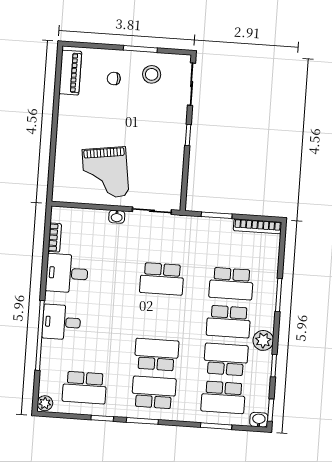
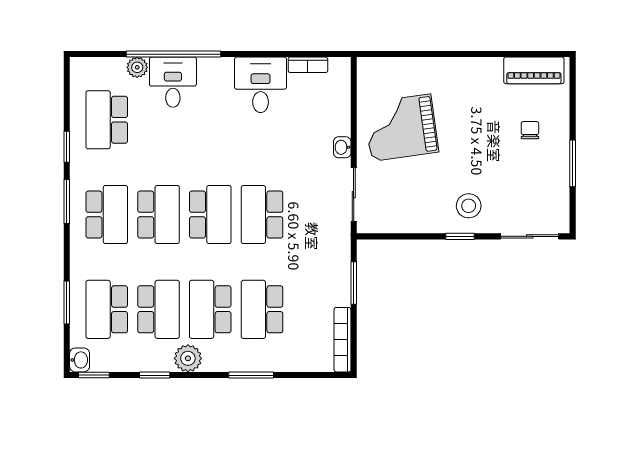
stool: (152, 74) -> (469, 206), moved
school desk: (159, 317) -> (210, 215), added
desk: (61, 322) -> (173, 82), moved
plant: (45, 403) -> (137, 67), moved

